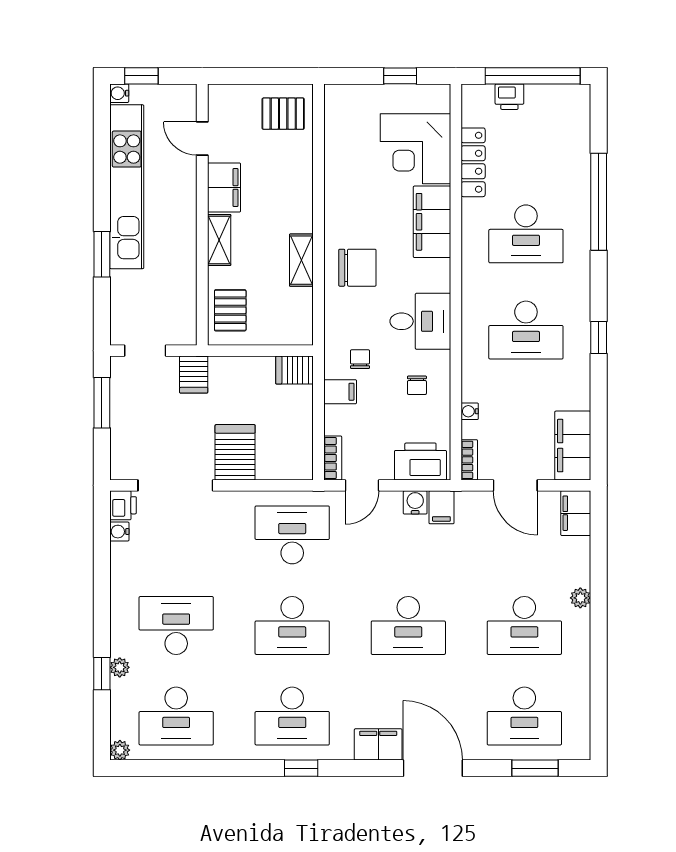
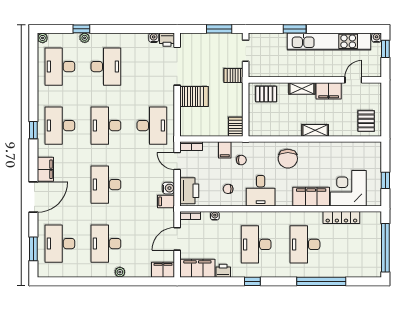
printer: (509, 97) -> (223, 271), moved, turned 90
shelving: (301, 260) -> (315, 130), moved

